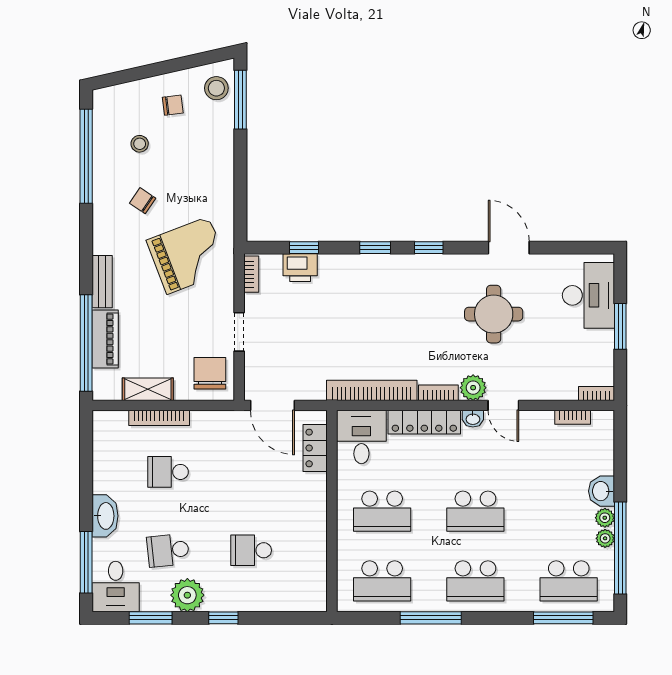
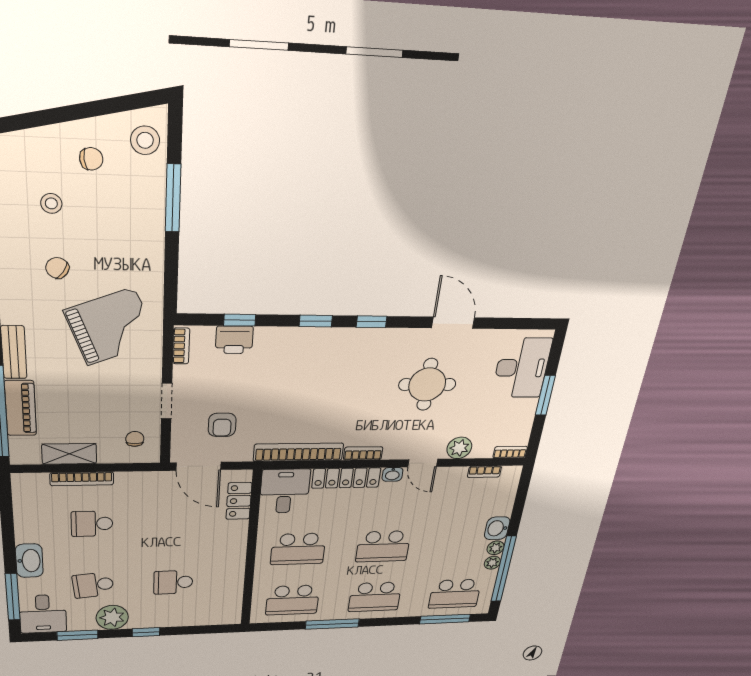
window: (240, 100) -> (173, 198), moved
armchair: (293, 358) -> (222, 425), added
chair: (210, 373) -> (135, 439), width x0.54, depth x0.54
plant: (473, 388) -> (459, 448), moved

